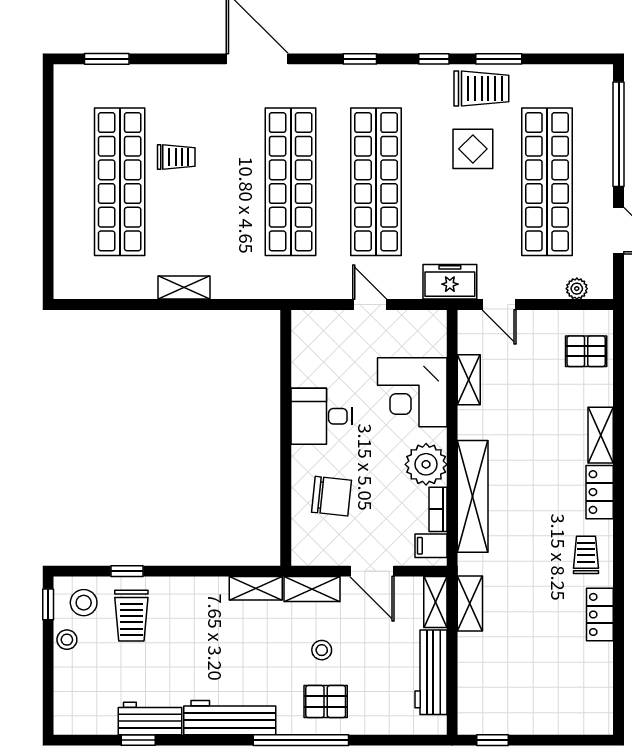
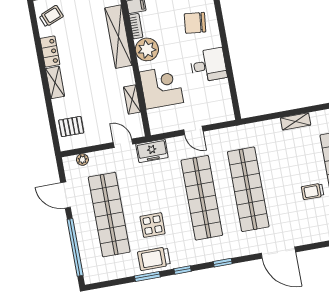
trolley: (586, 555) -> (51, 16), turned -112

